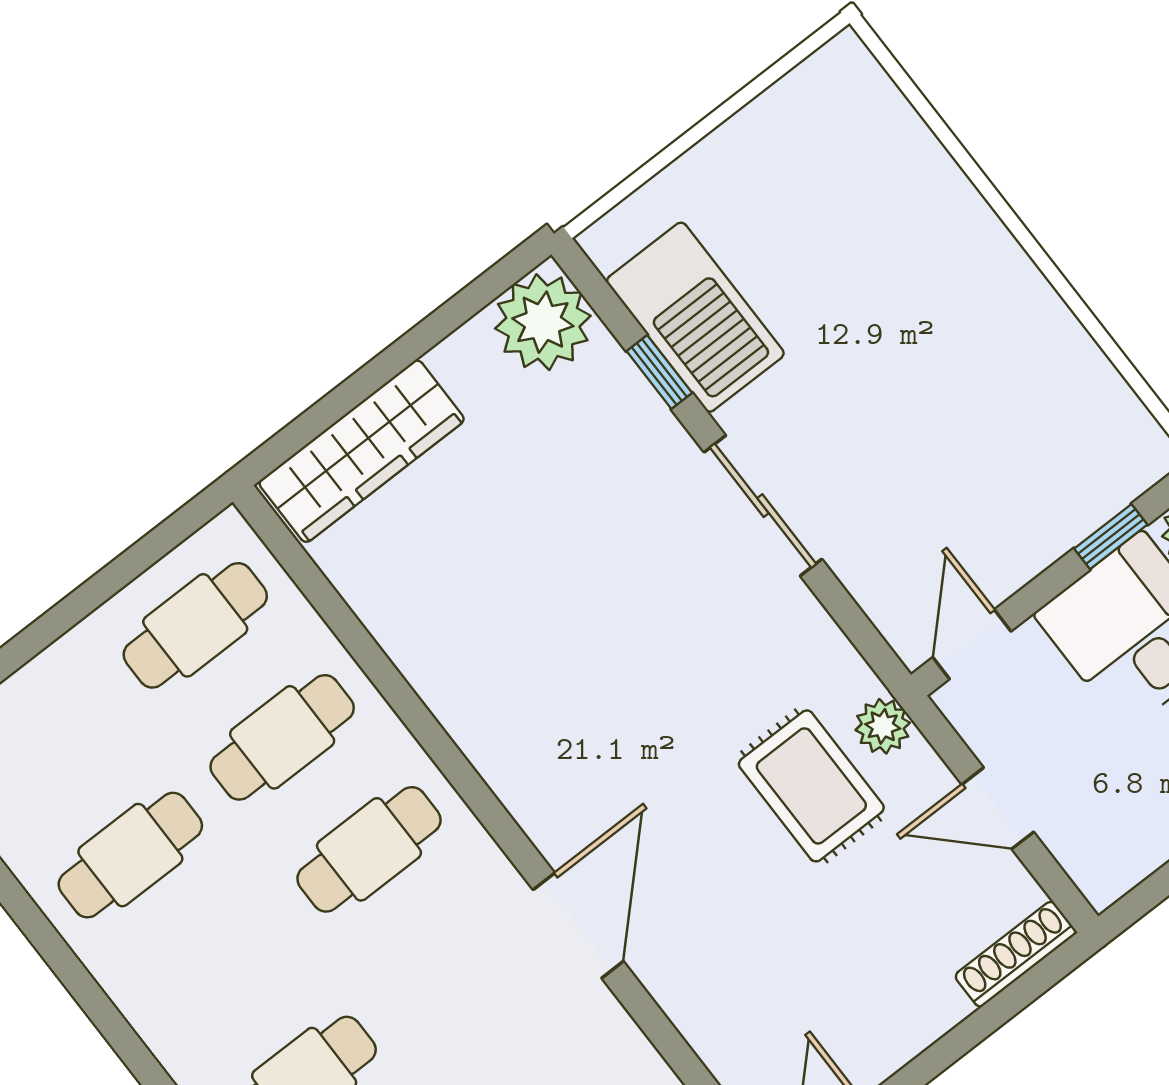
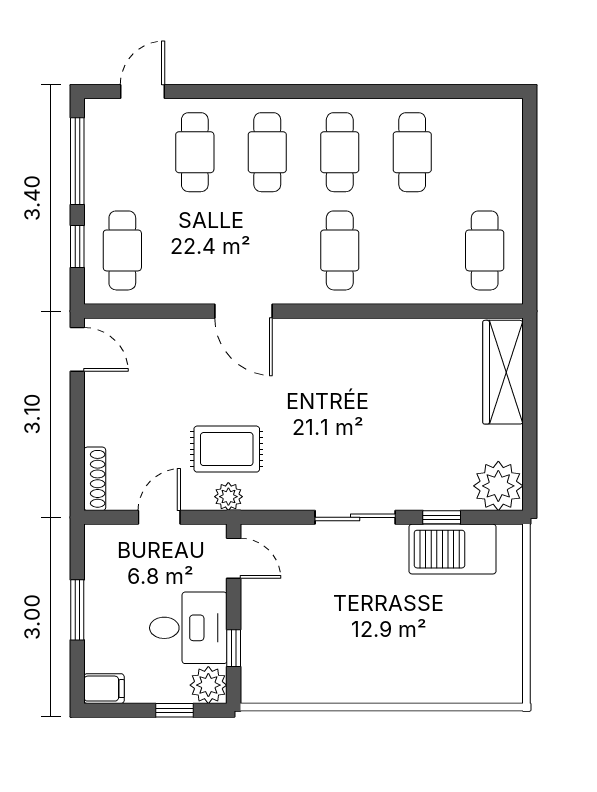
cafe table: (282, 737) -> (340, 152), moved

